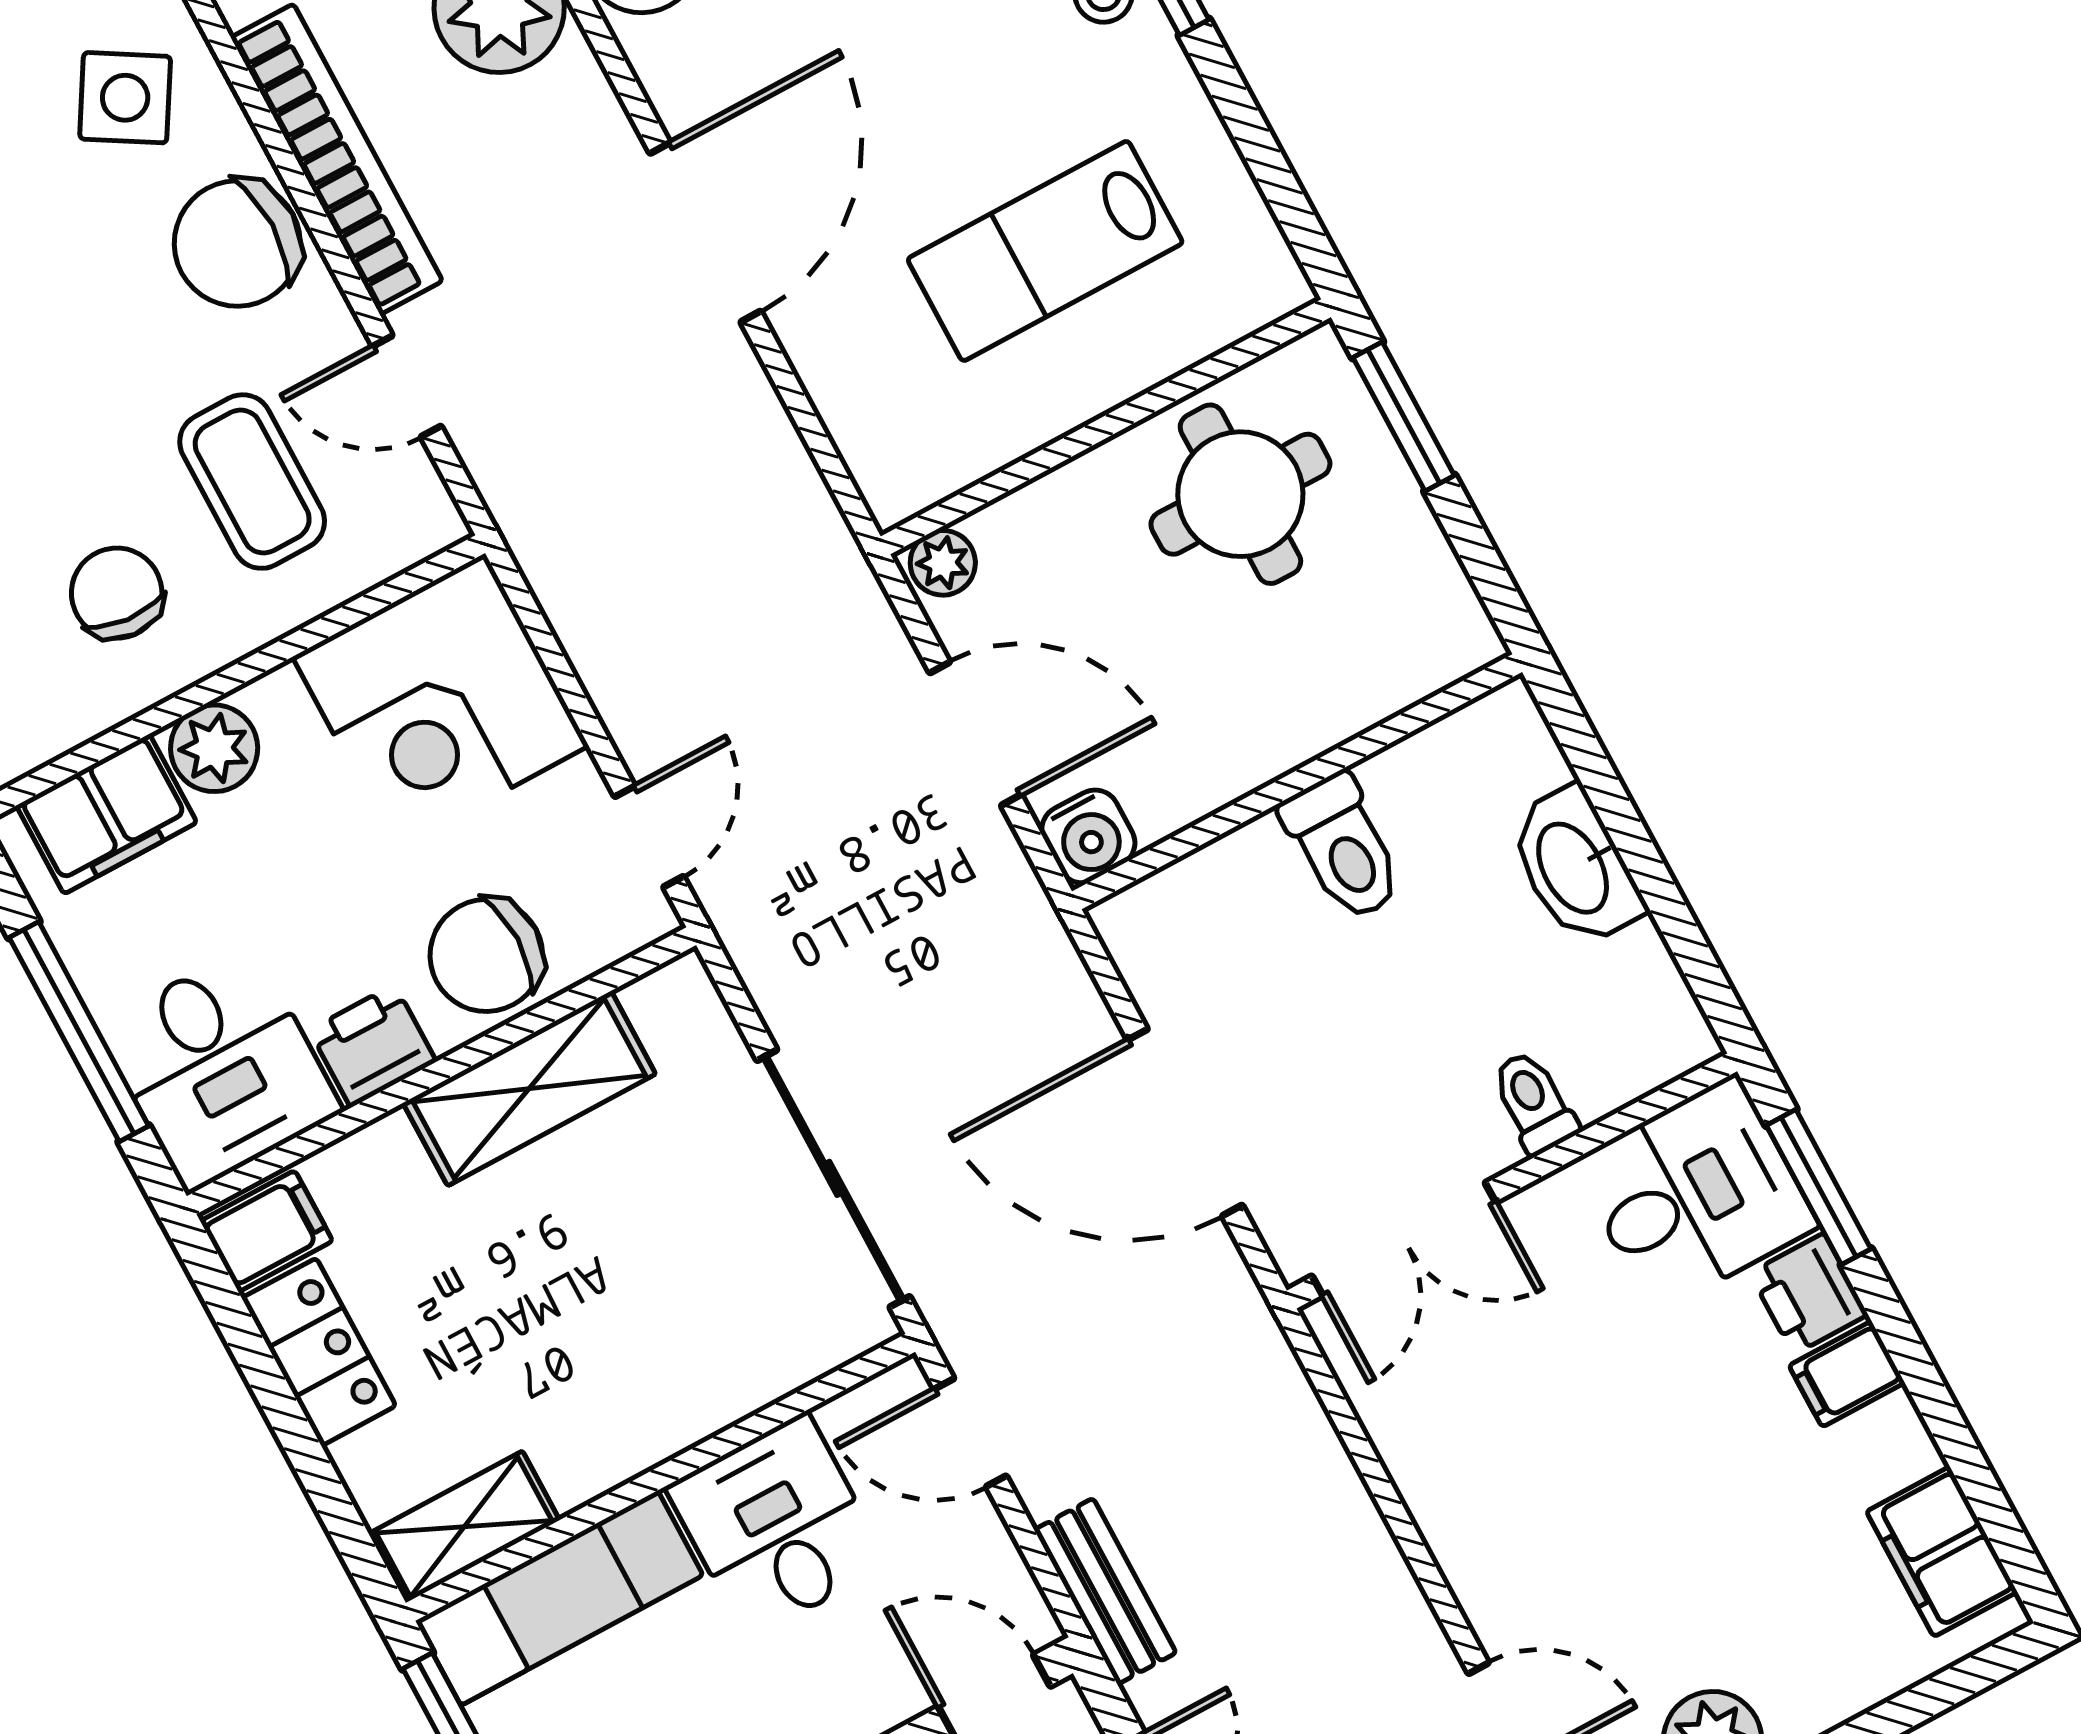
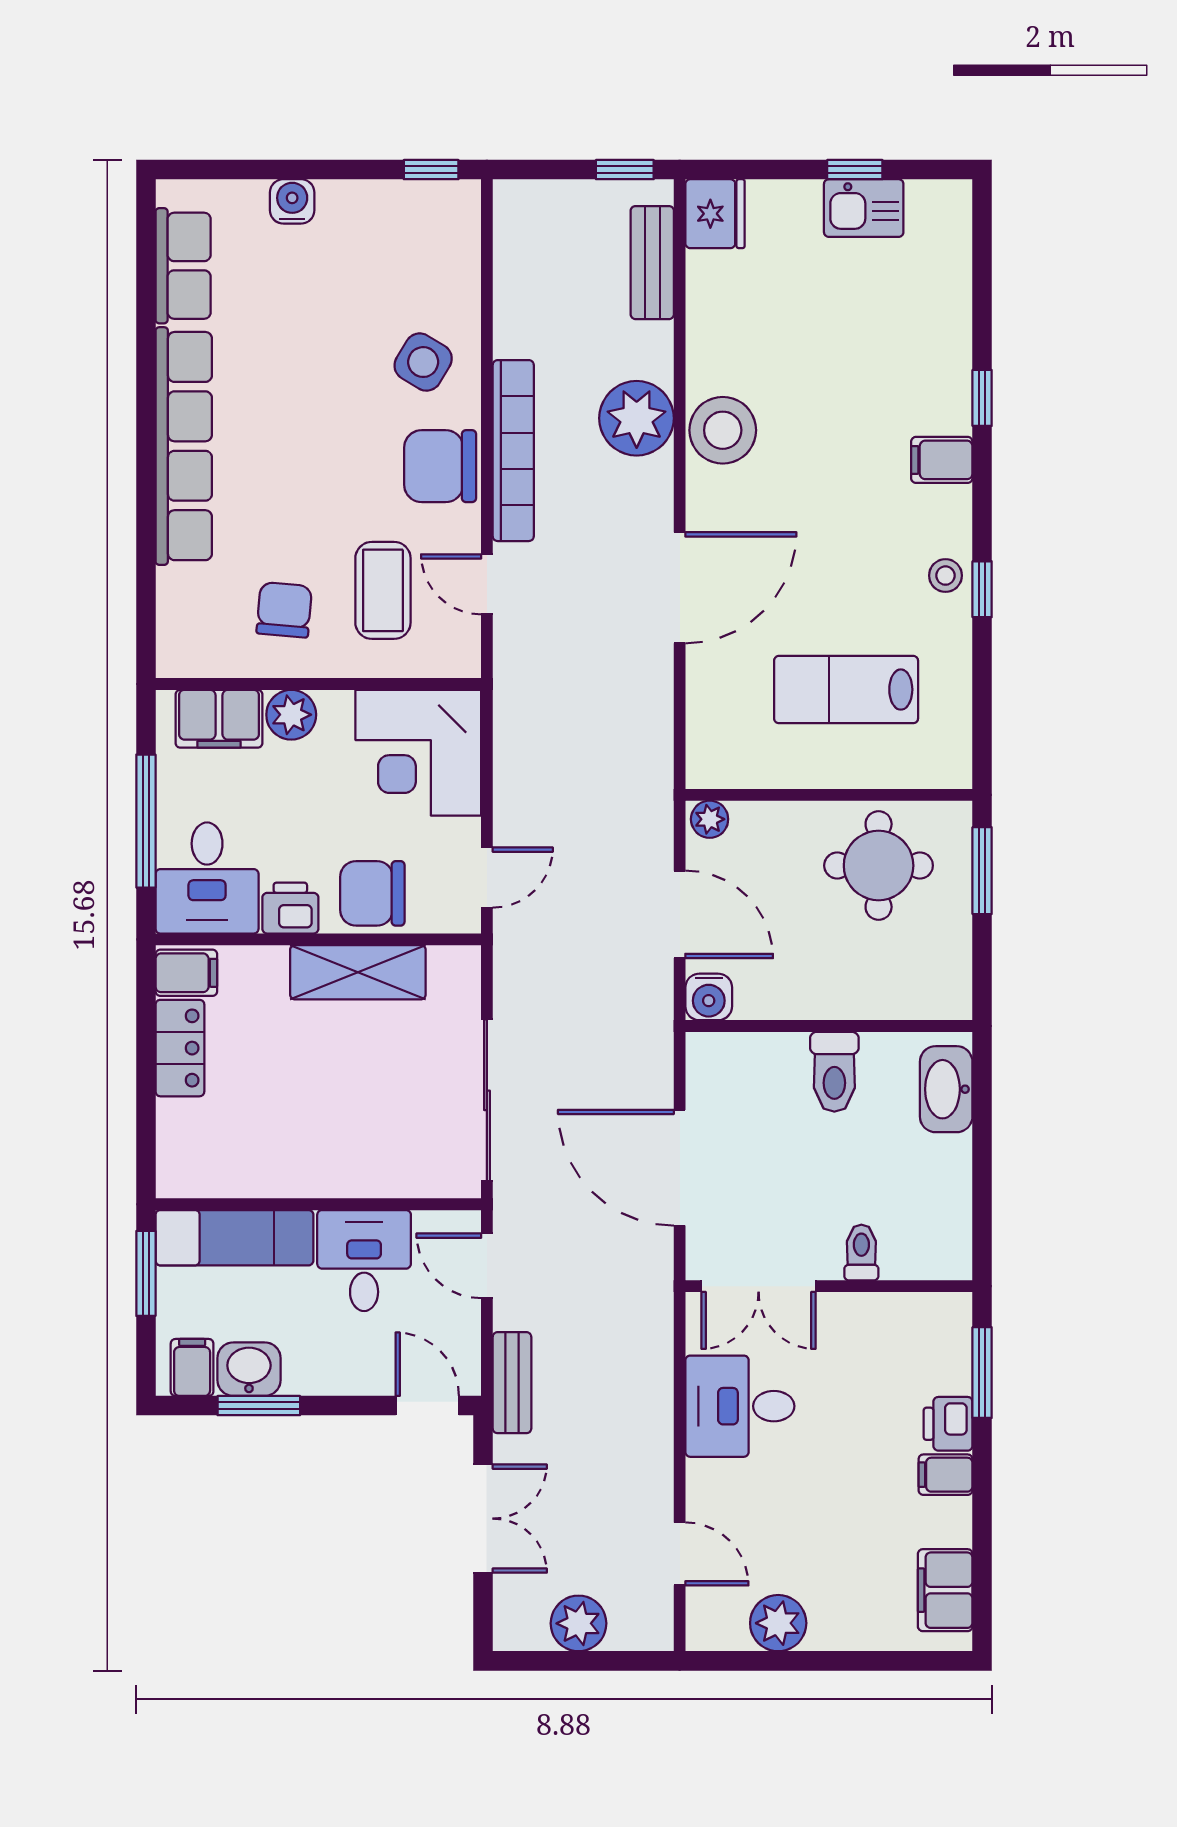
washbasin: (1575, 867) -> (946, 1089), moved
desk: (1695, 1194) -> (740, 1406), moved, turned 180
shelving: (464, 1527) -> (206, 1176), removed

